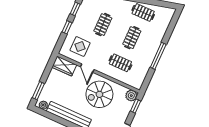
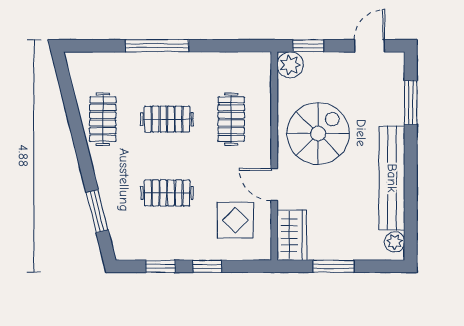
window: (158, 56) -> (157, 46), moved
door: (87, 68) -> (274, 184), swing flipped
window: (38, 91) -> (334, 266), moved
spiral stairs: (99, 94) -> (318, 133), turned -90

